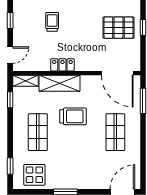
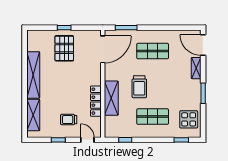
trolley: (52, 22) -> (69, 120), moved
locker: (62, 65) -> (96, 101), width x1.53
shelving: (25, 81) -> (196, 68), moved
trolley: (73, 116) -> (139, 87), turned 180

